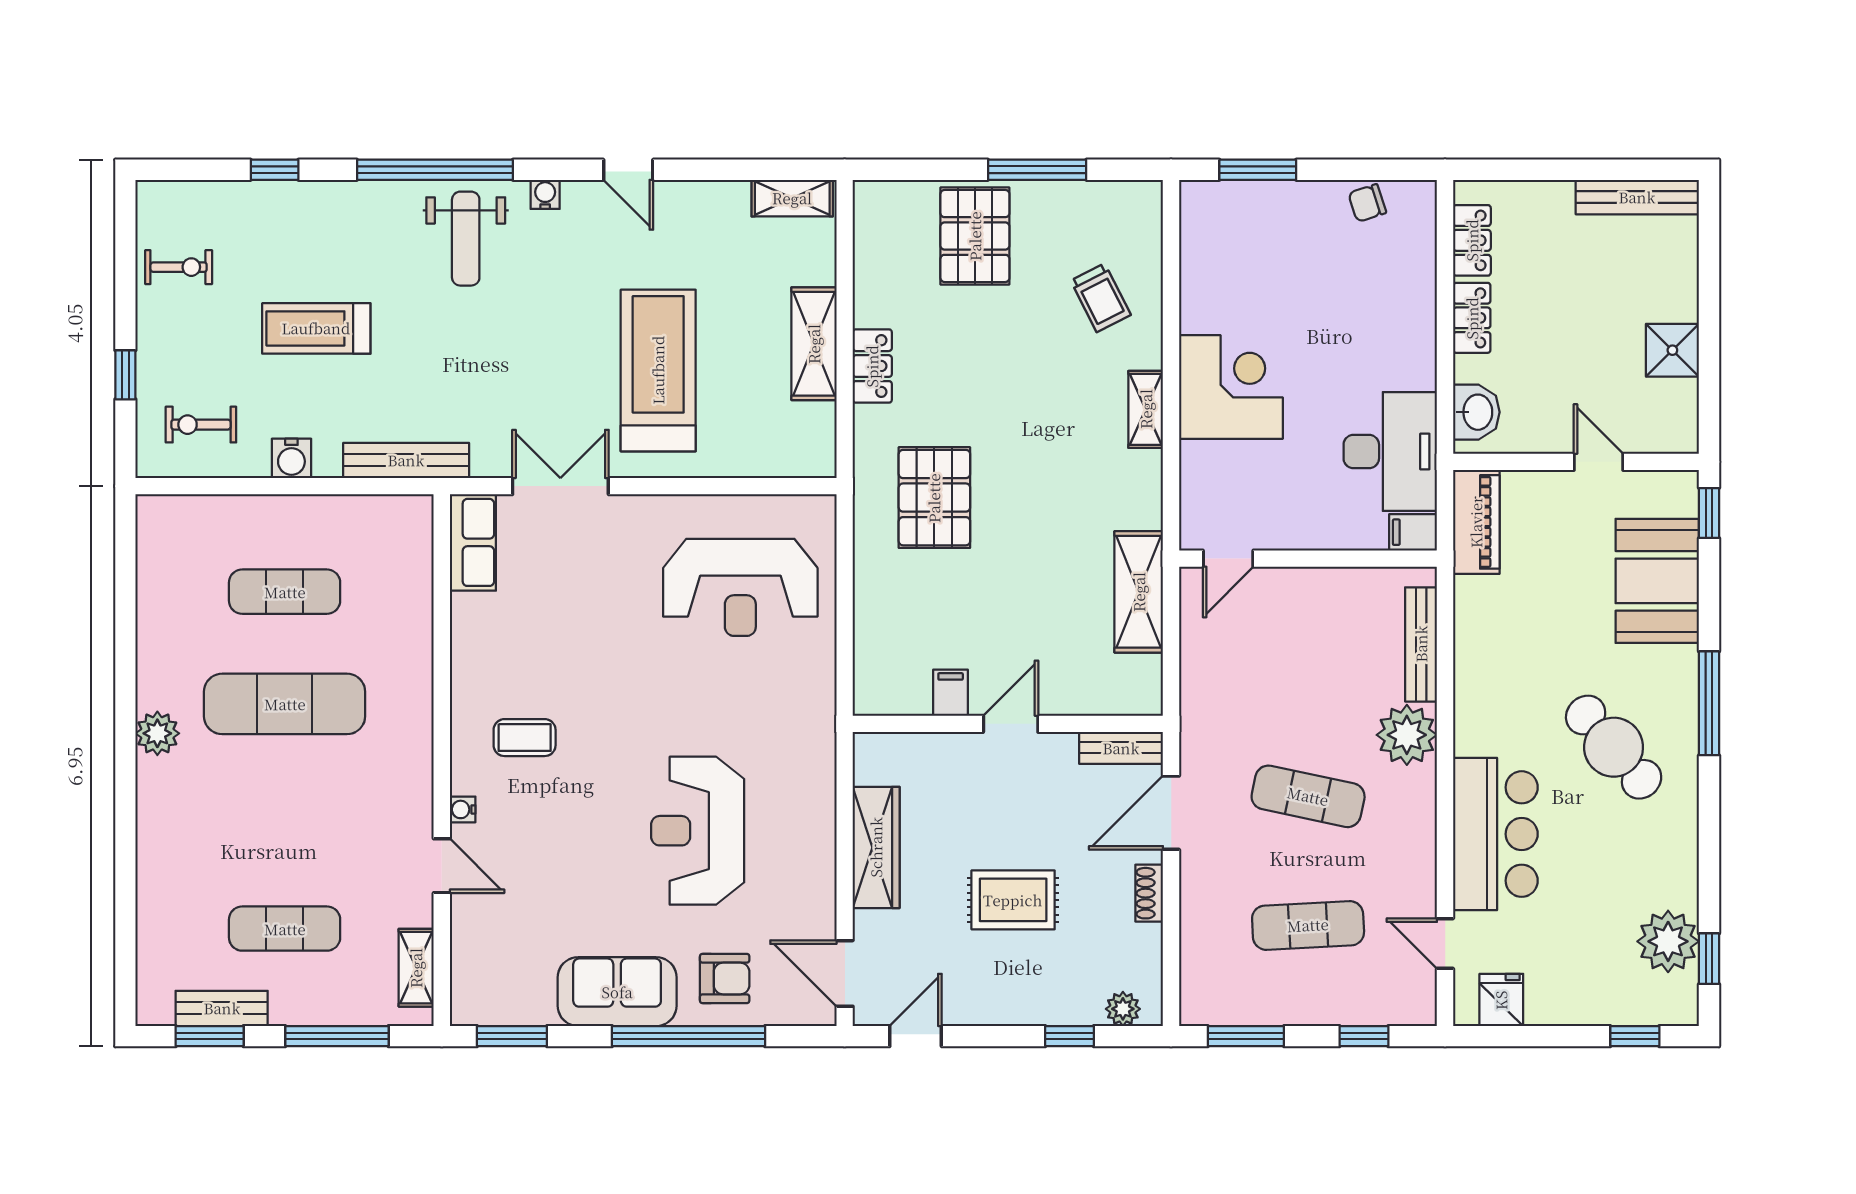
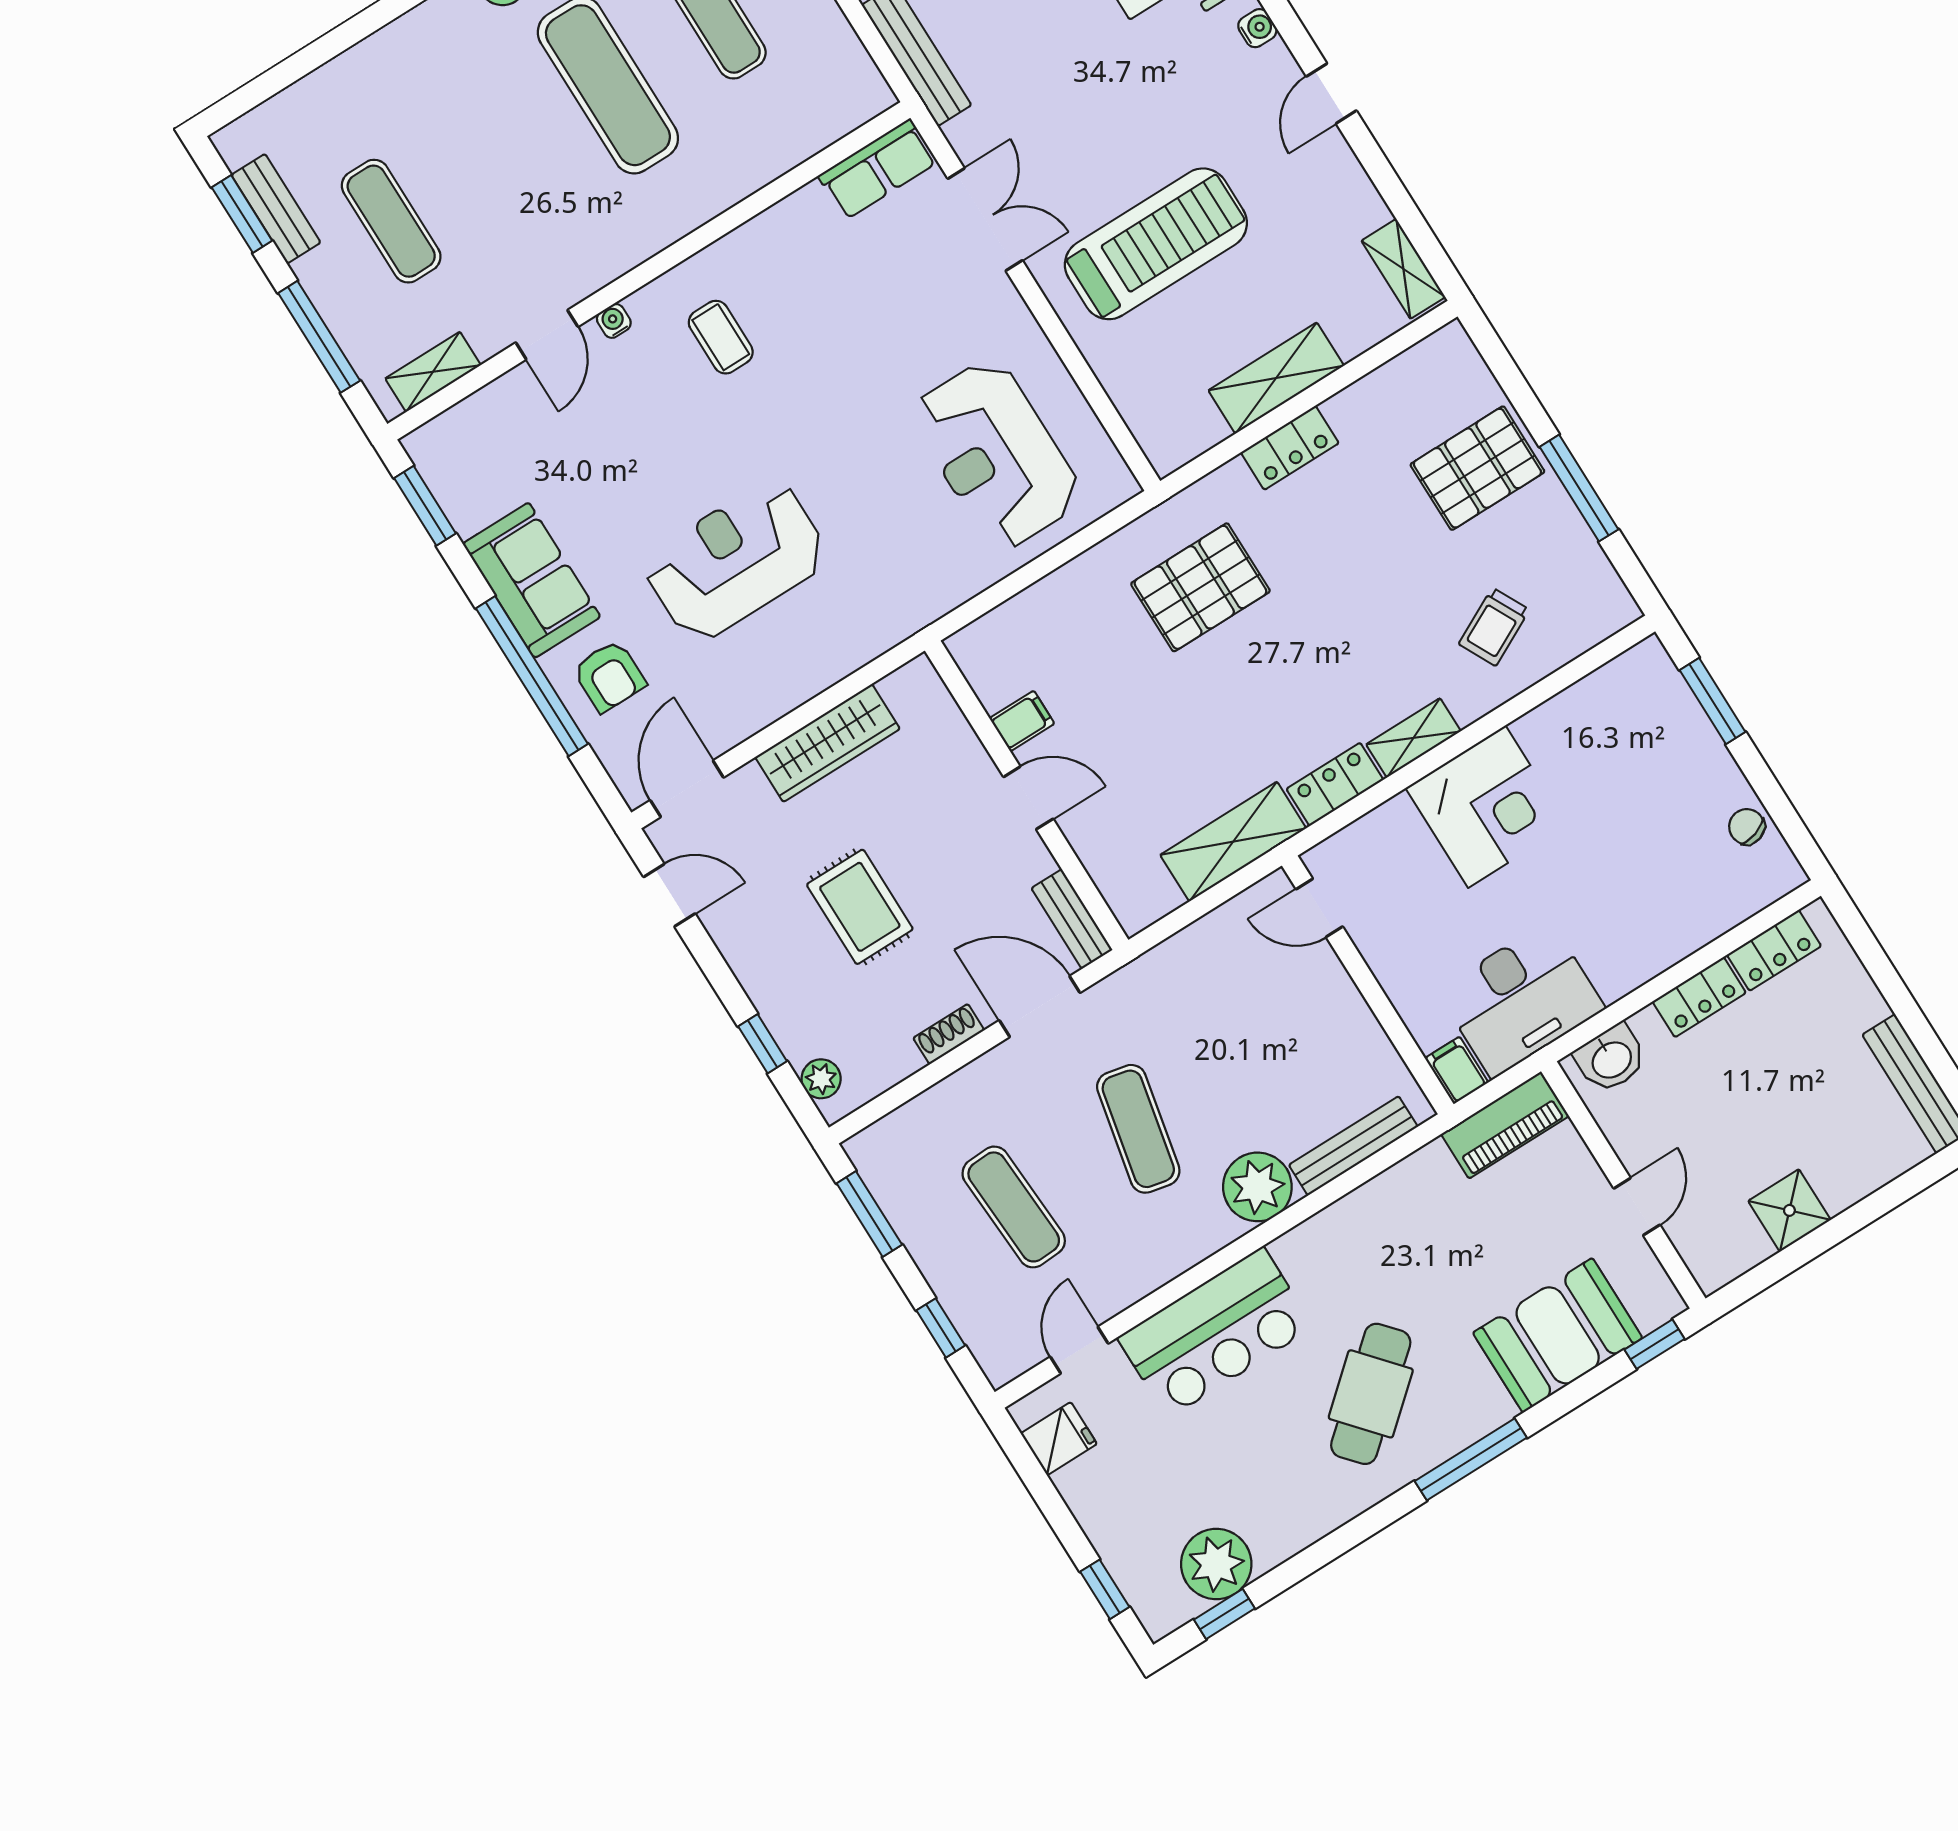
locker: (1144, 489) -> (1335, 784), added

